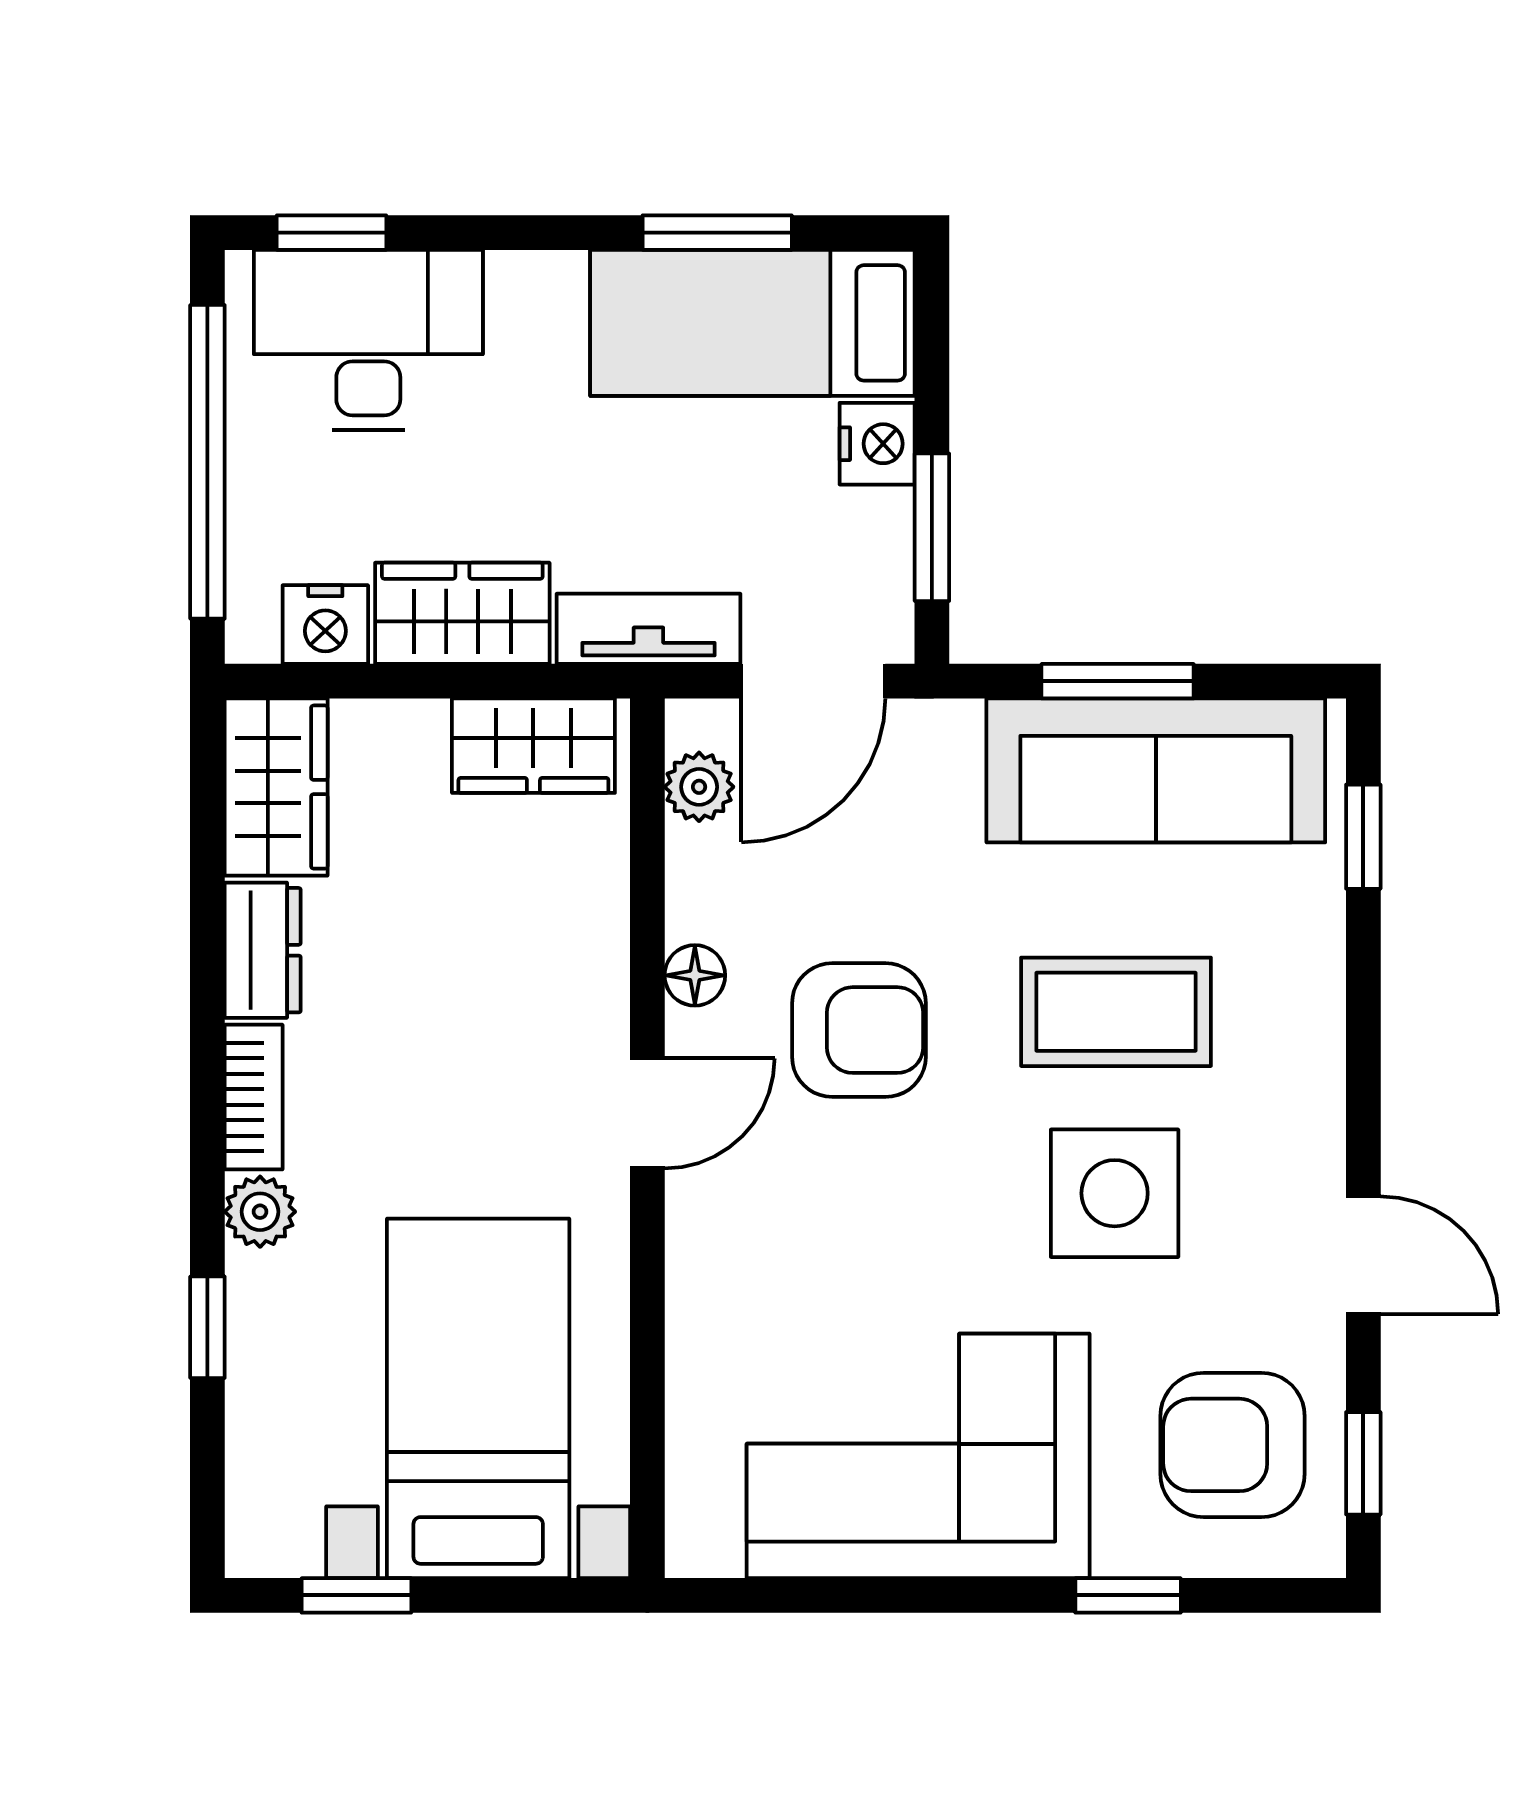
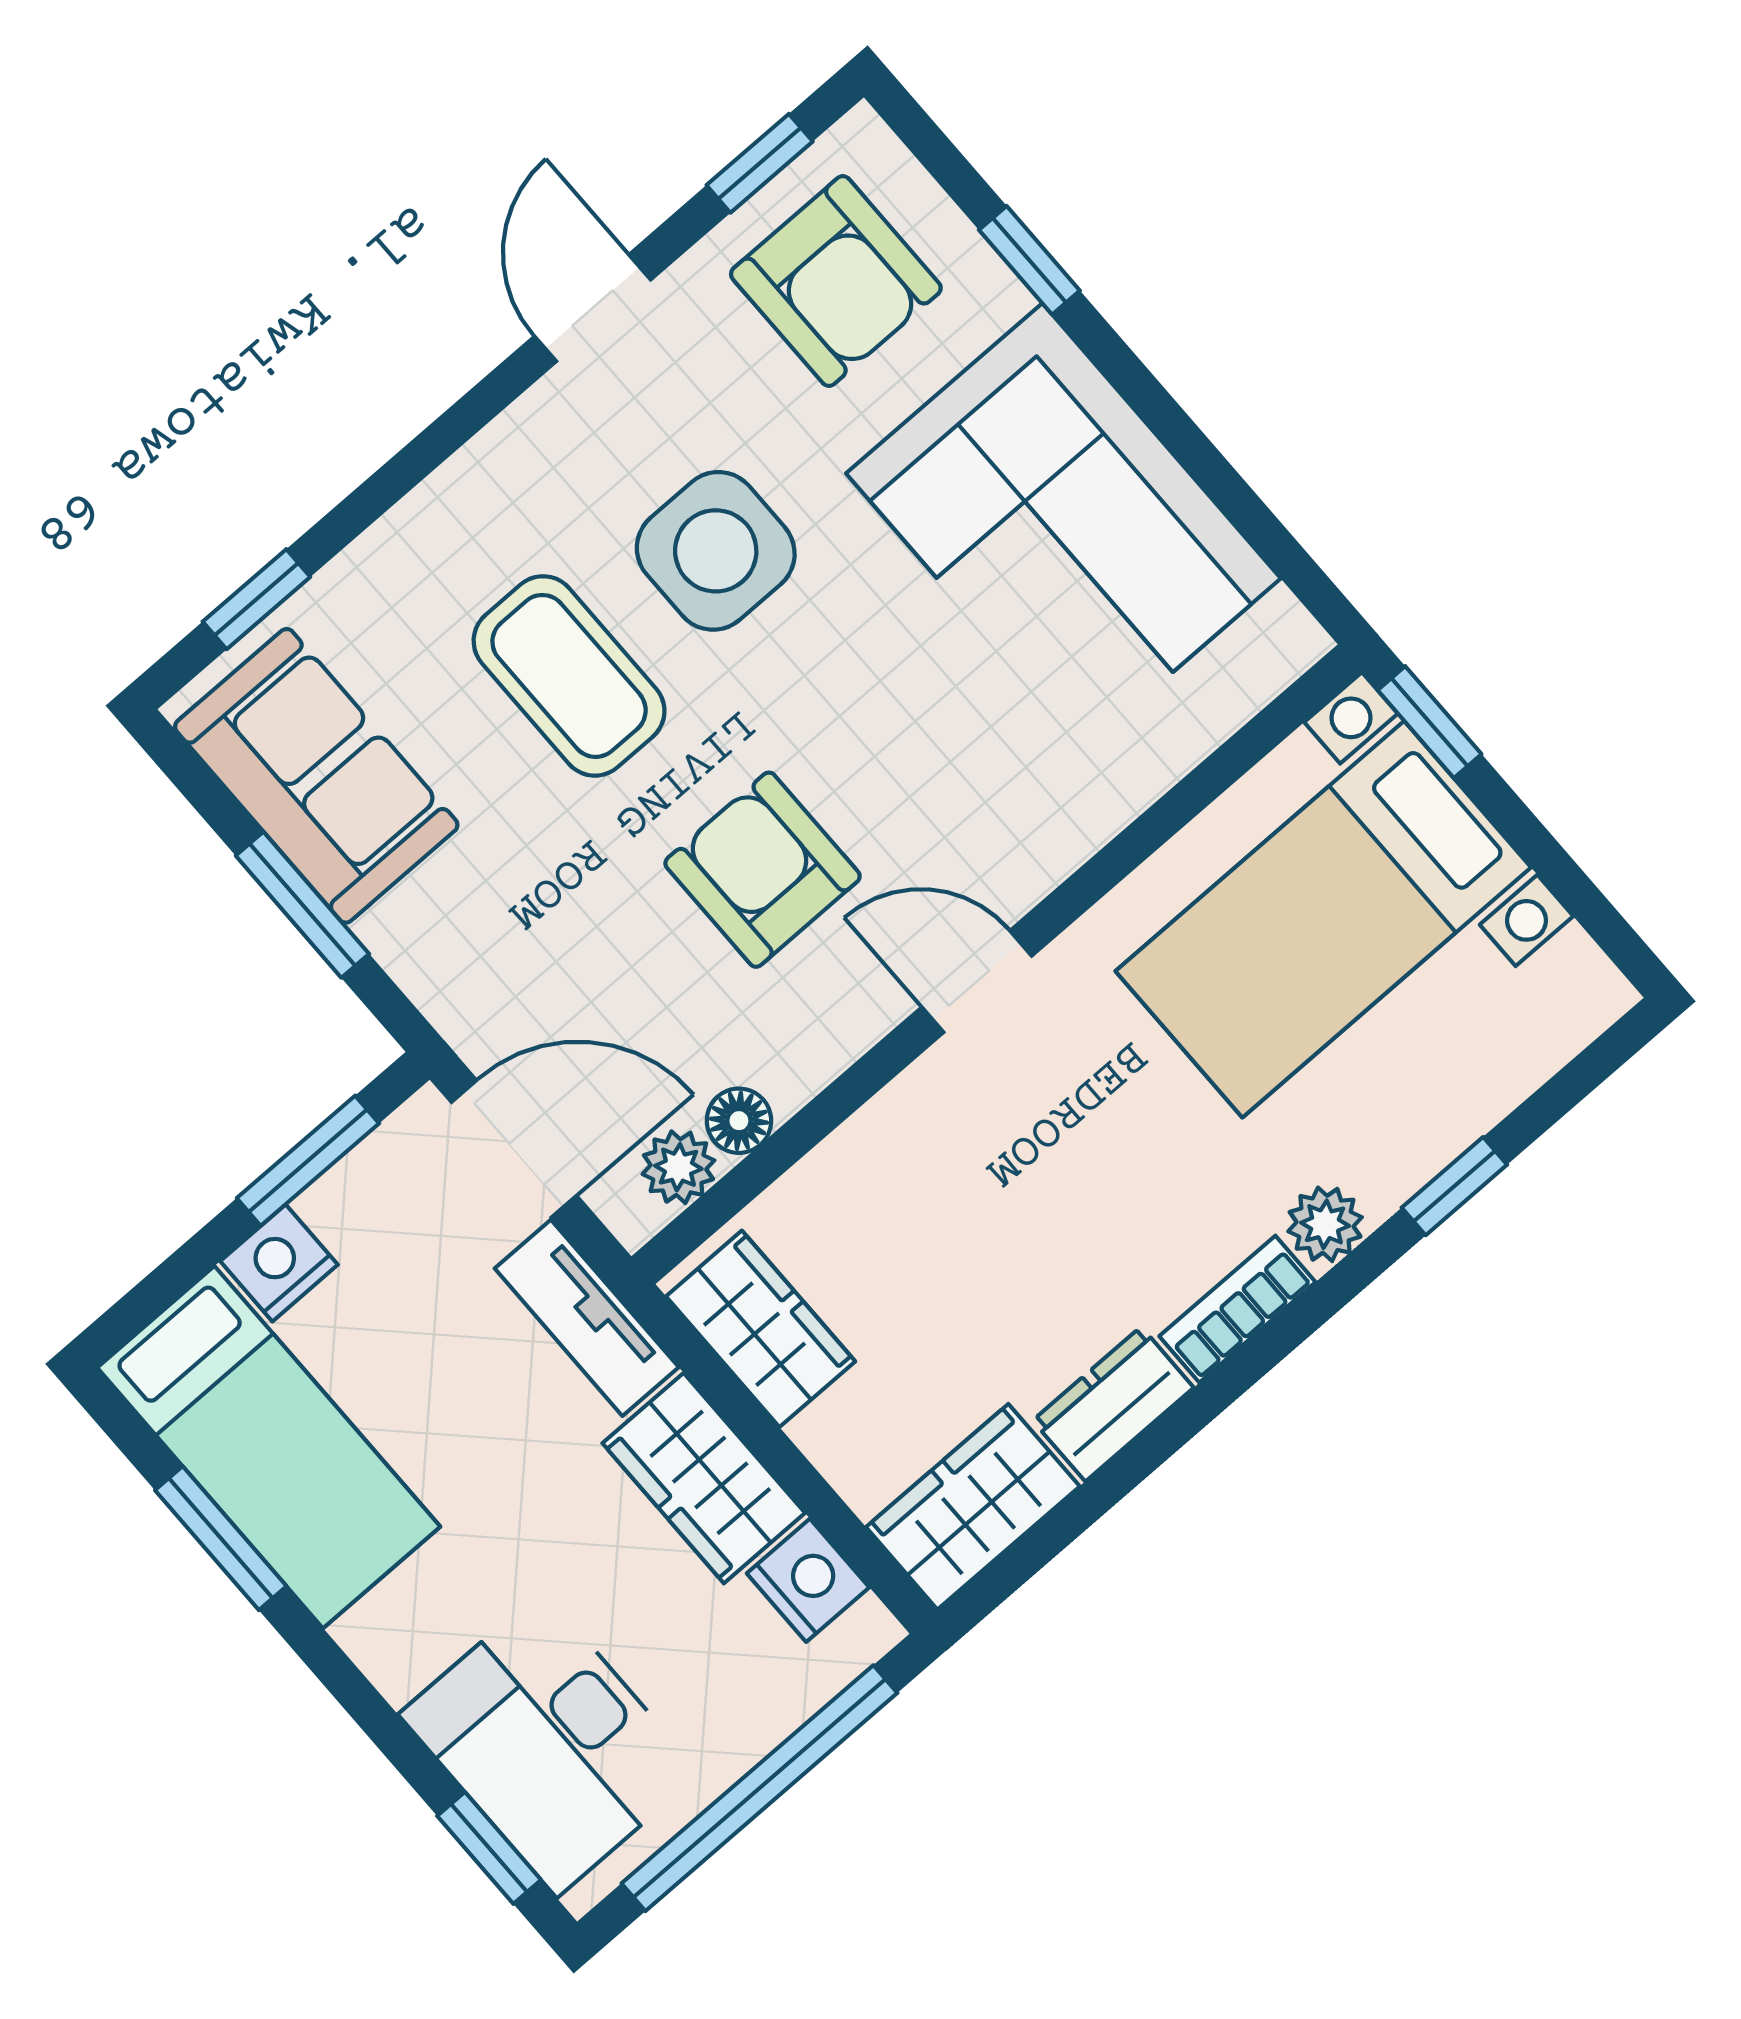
sofa: (1156, 770) -> (316, 776), width x0.73
floor lamp: (695, 975) -> (739, 1121), moved
window: (356, 1595) -> (1430, 722), moved

